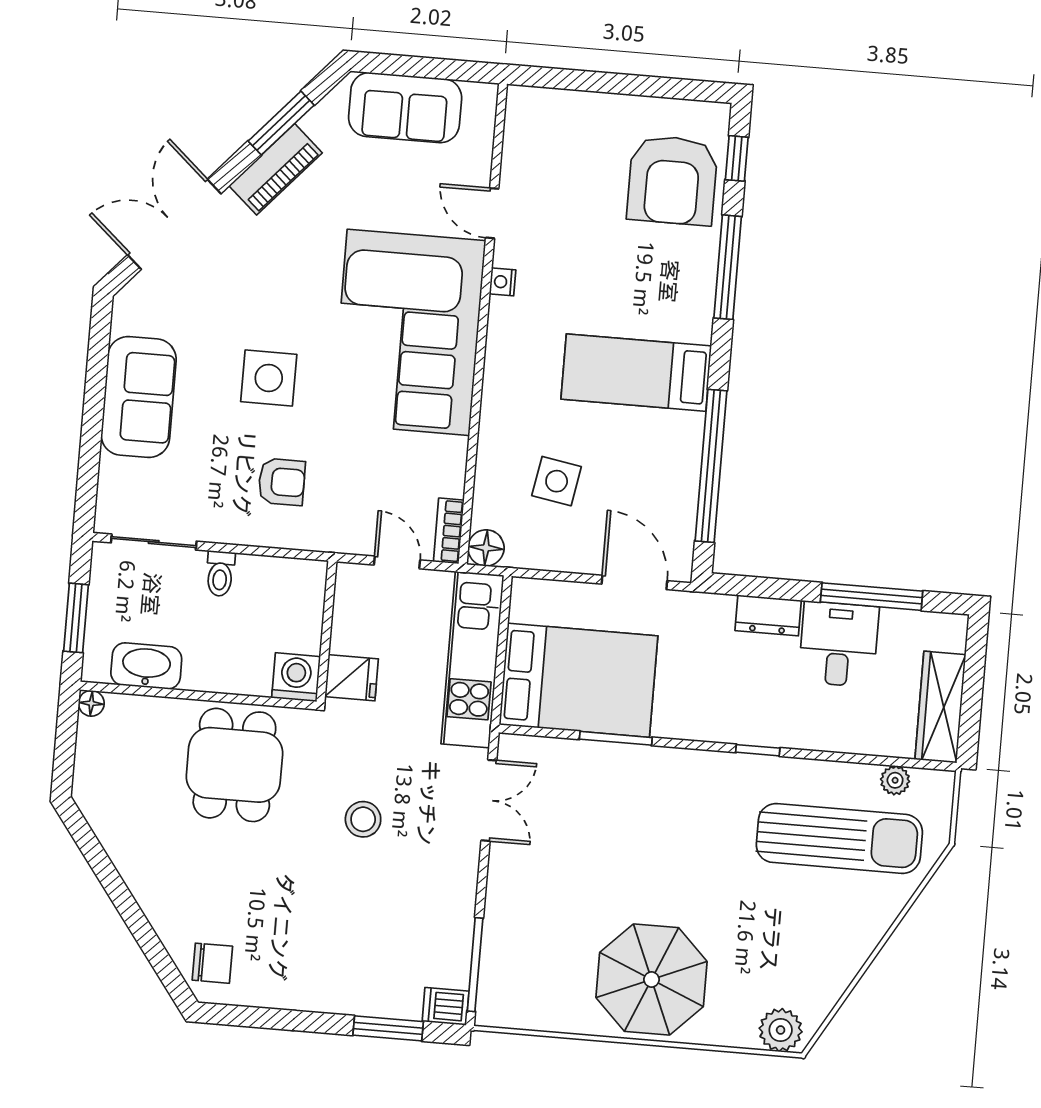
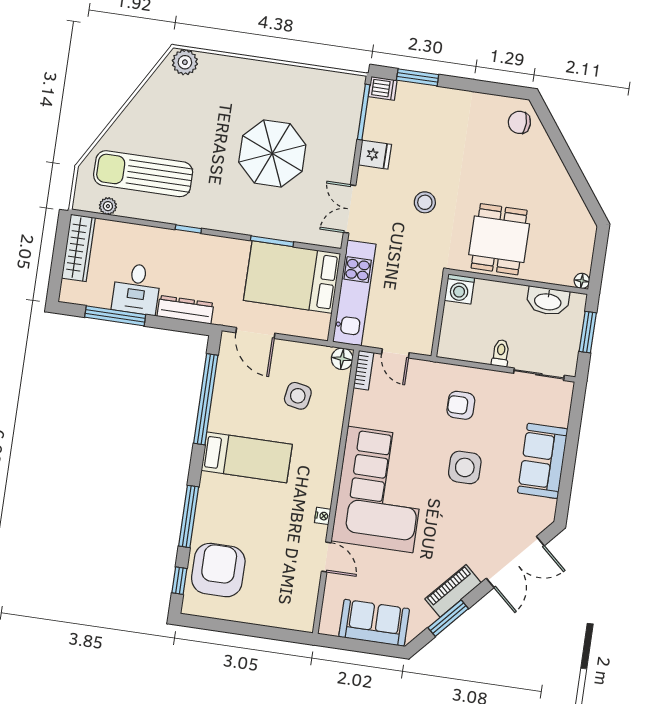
dresser: (768, 615) -> (185, 310), width x1.44
fridge: (352, 678) -> (375, 155), moved, turned 180
parasol: (652, 979) -> (272, 153), moved

